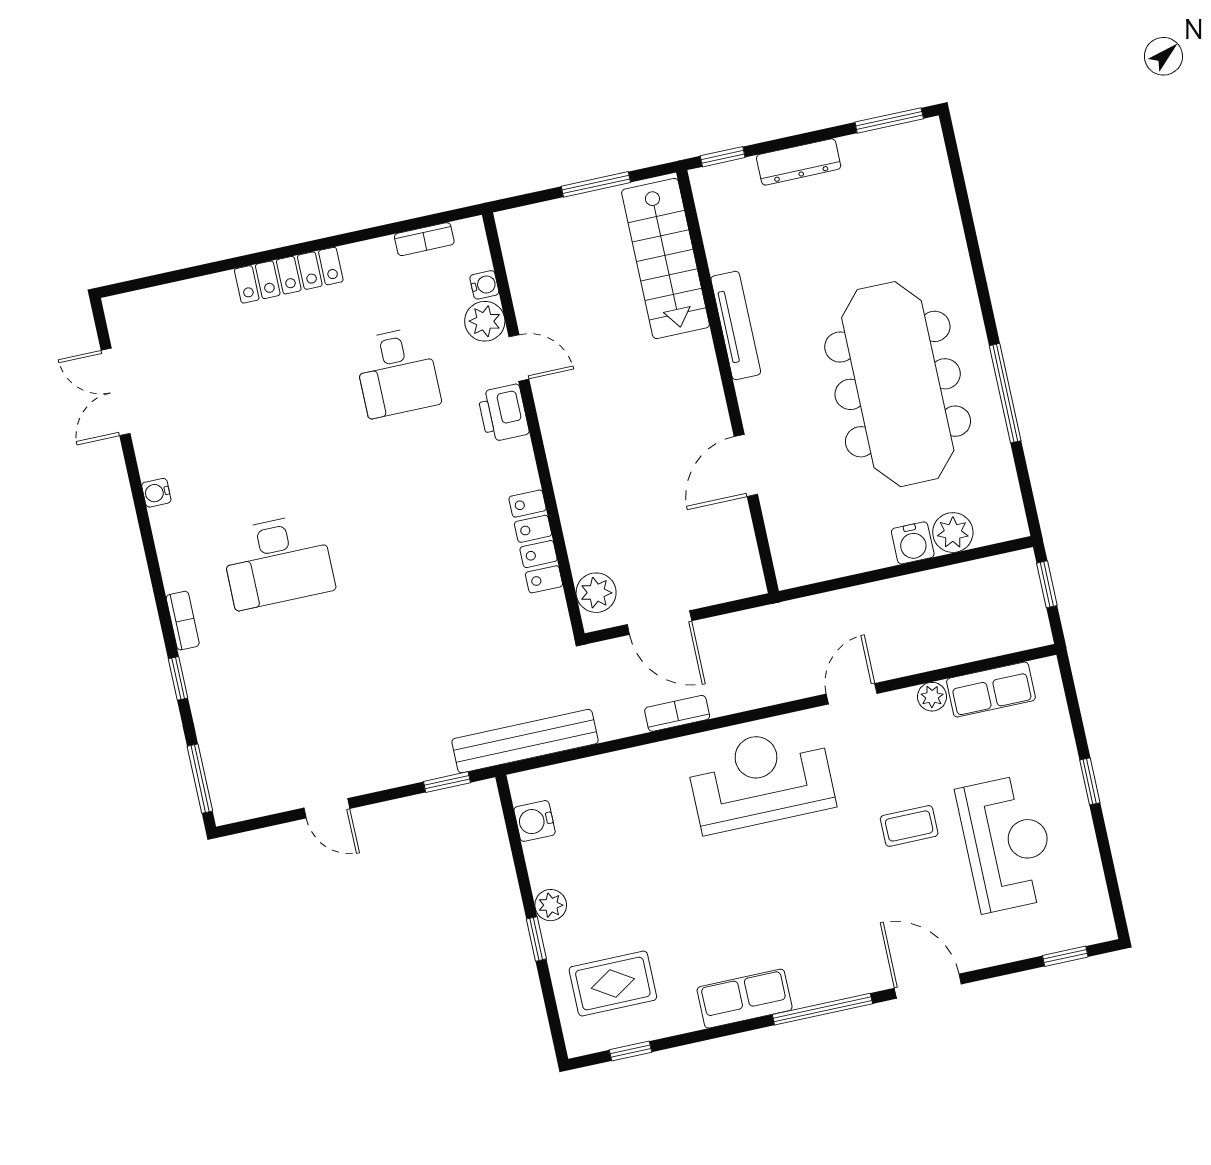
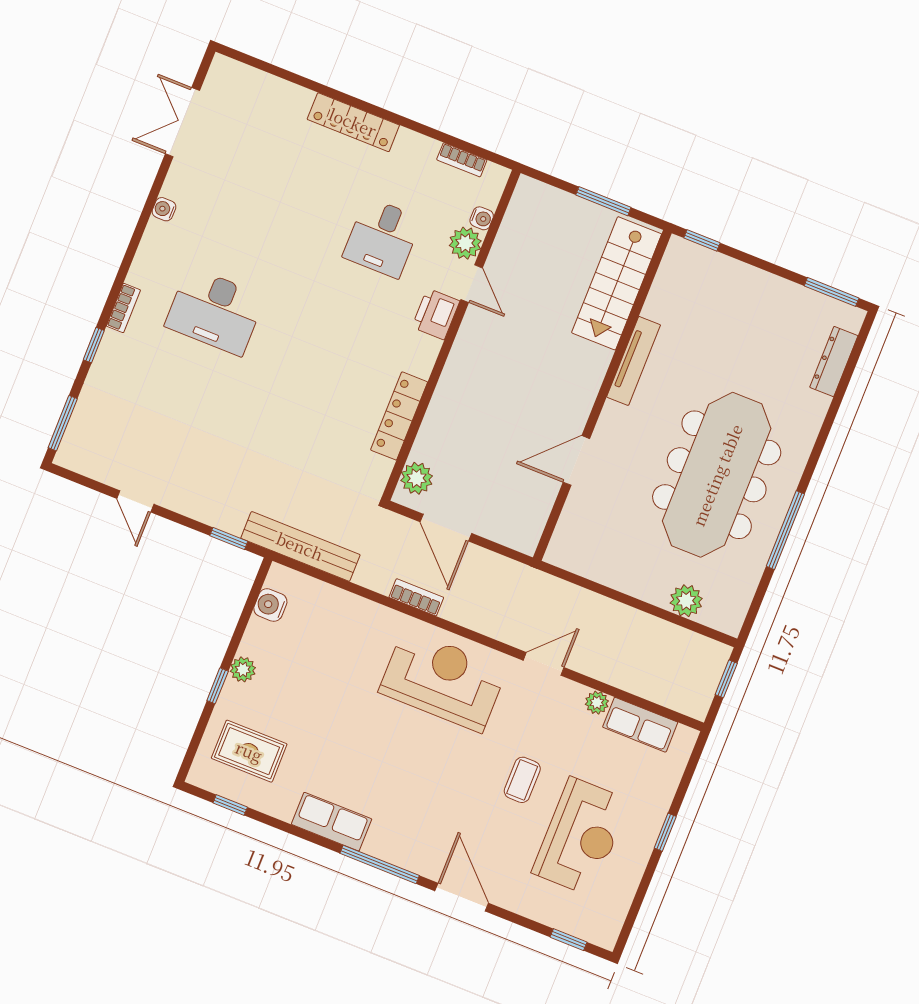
dresser: (799, 162) -> (834, 361), moved, turned 90
water cooler: (913, 543) -> (654, 589), removed
coffee table: (909, 826) -> (522, 780), turned 90

